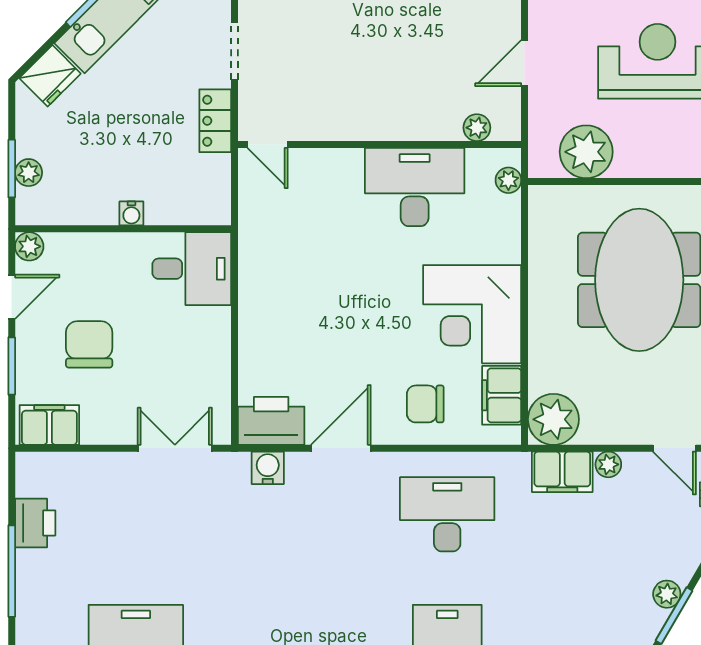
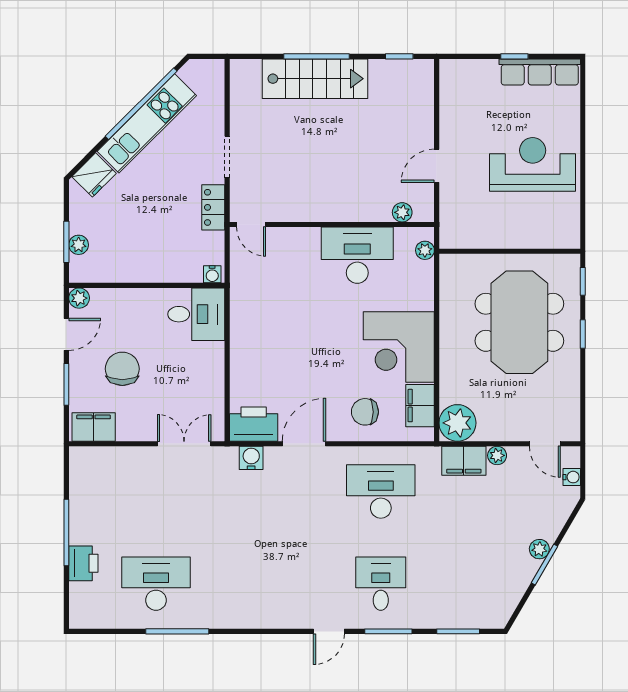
plant: (586, 152) -> (481, 230), removed
water cooler: (131, 213) -> (212, 274), moved
printer: (35, 523) -> (83, 563), moved

